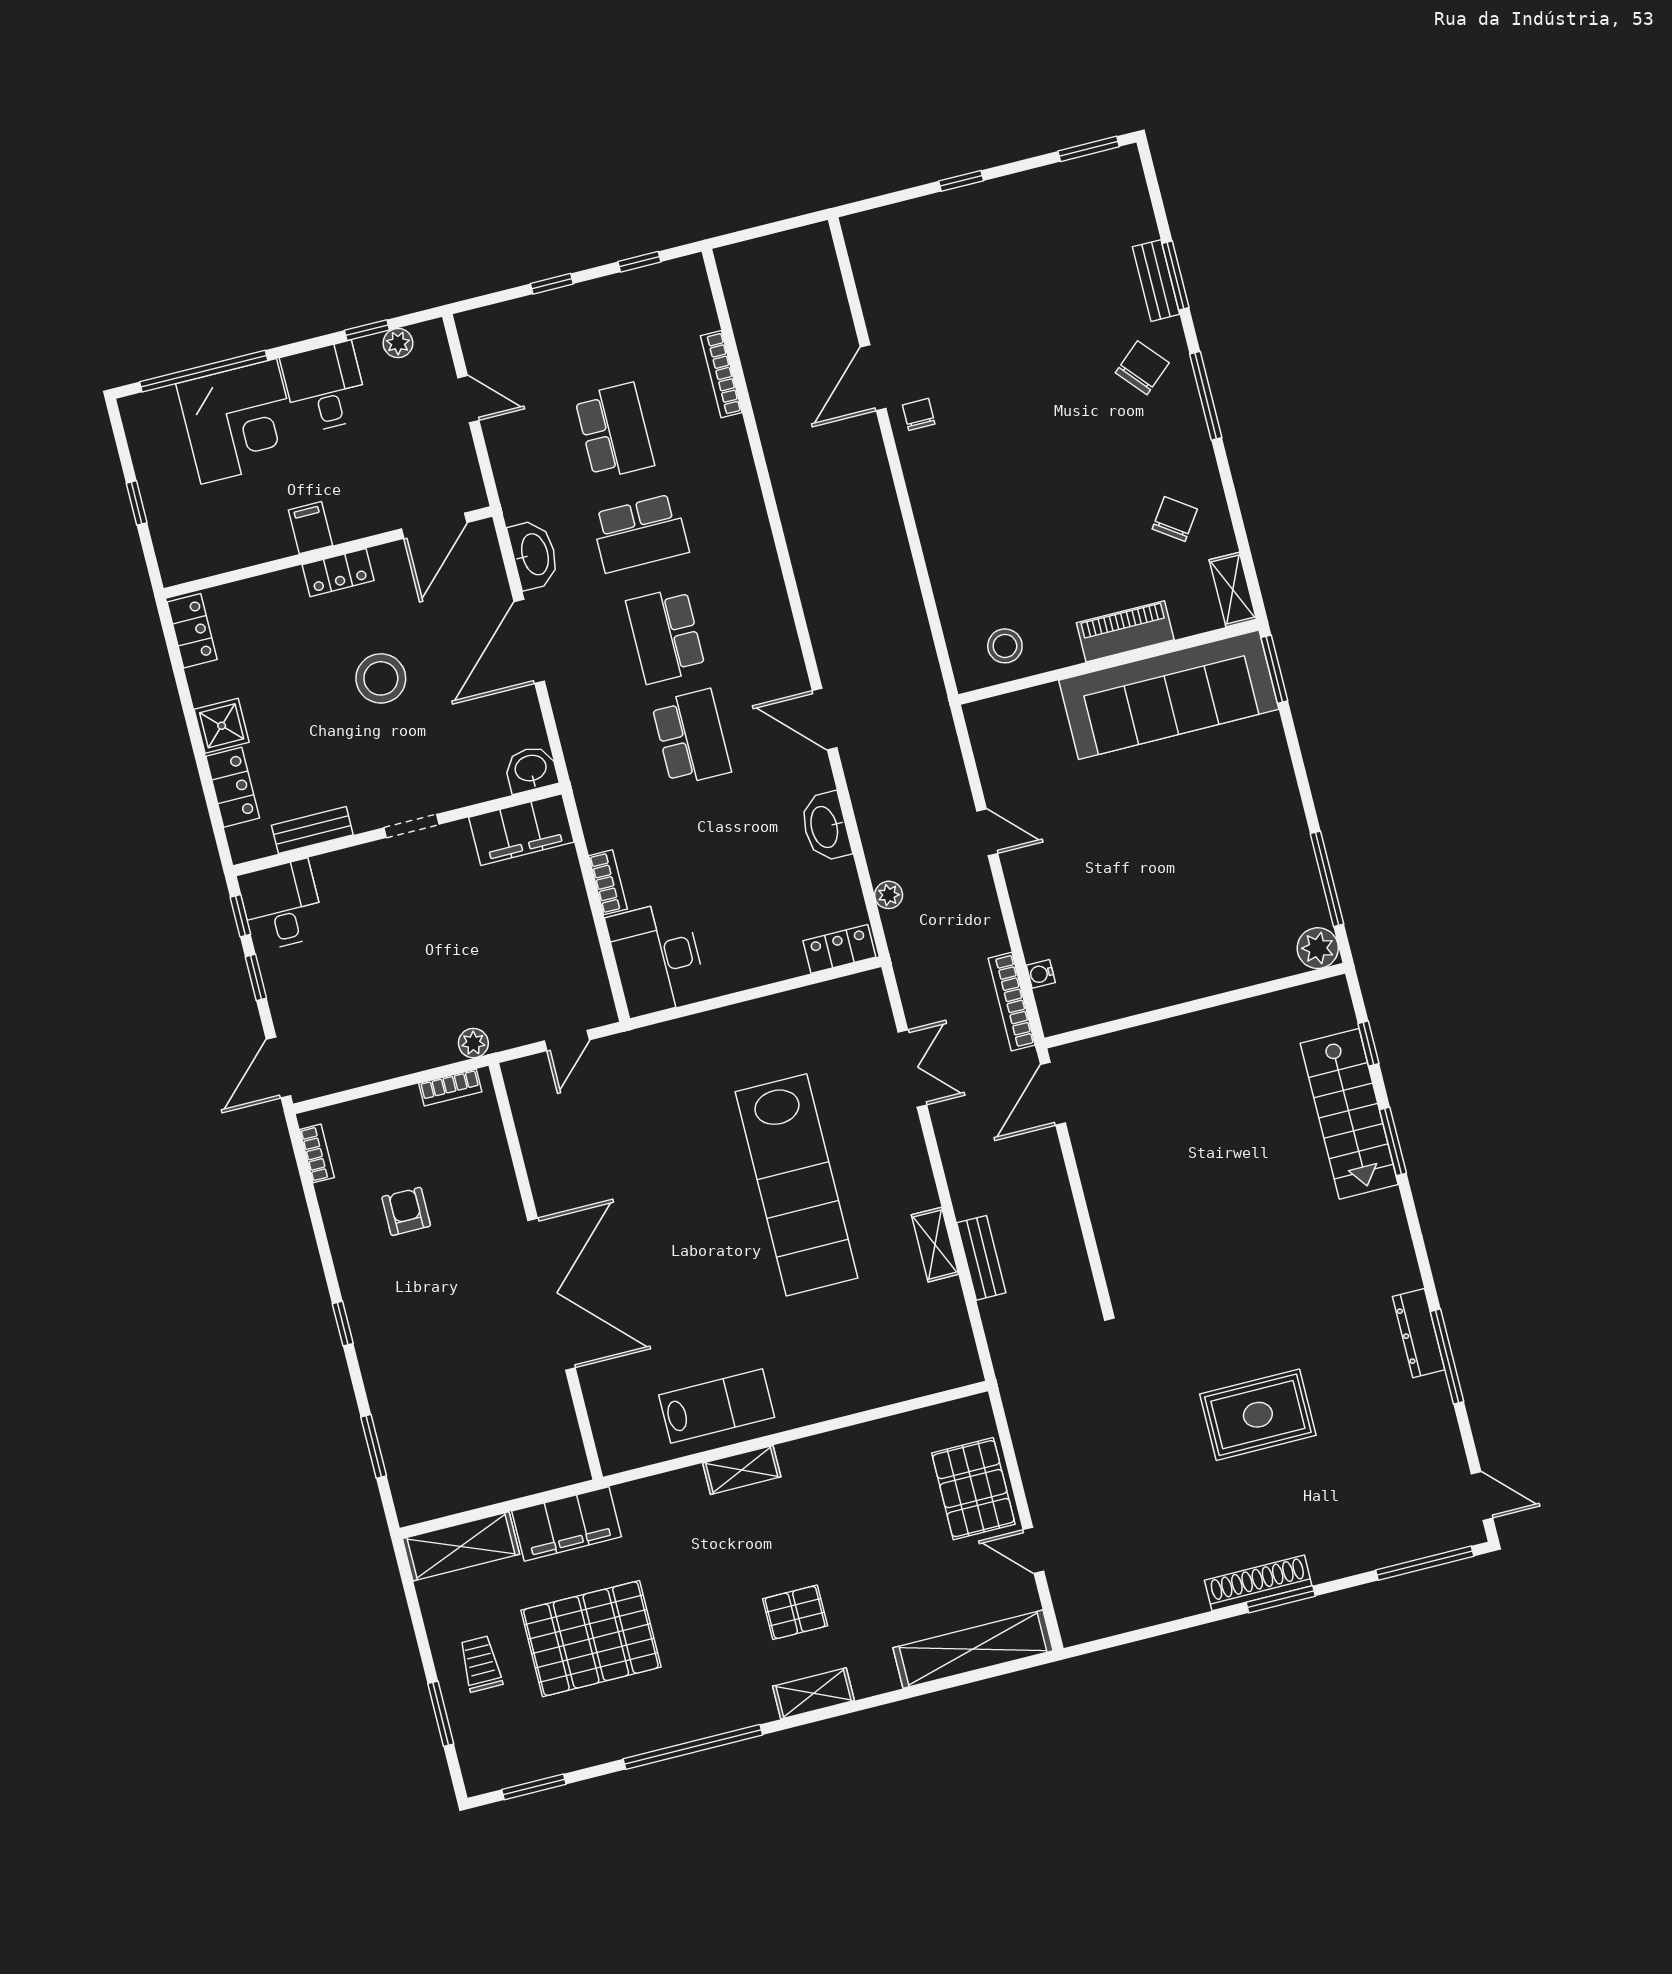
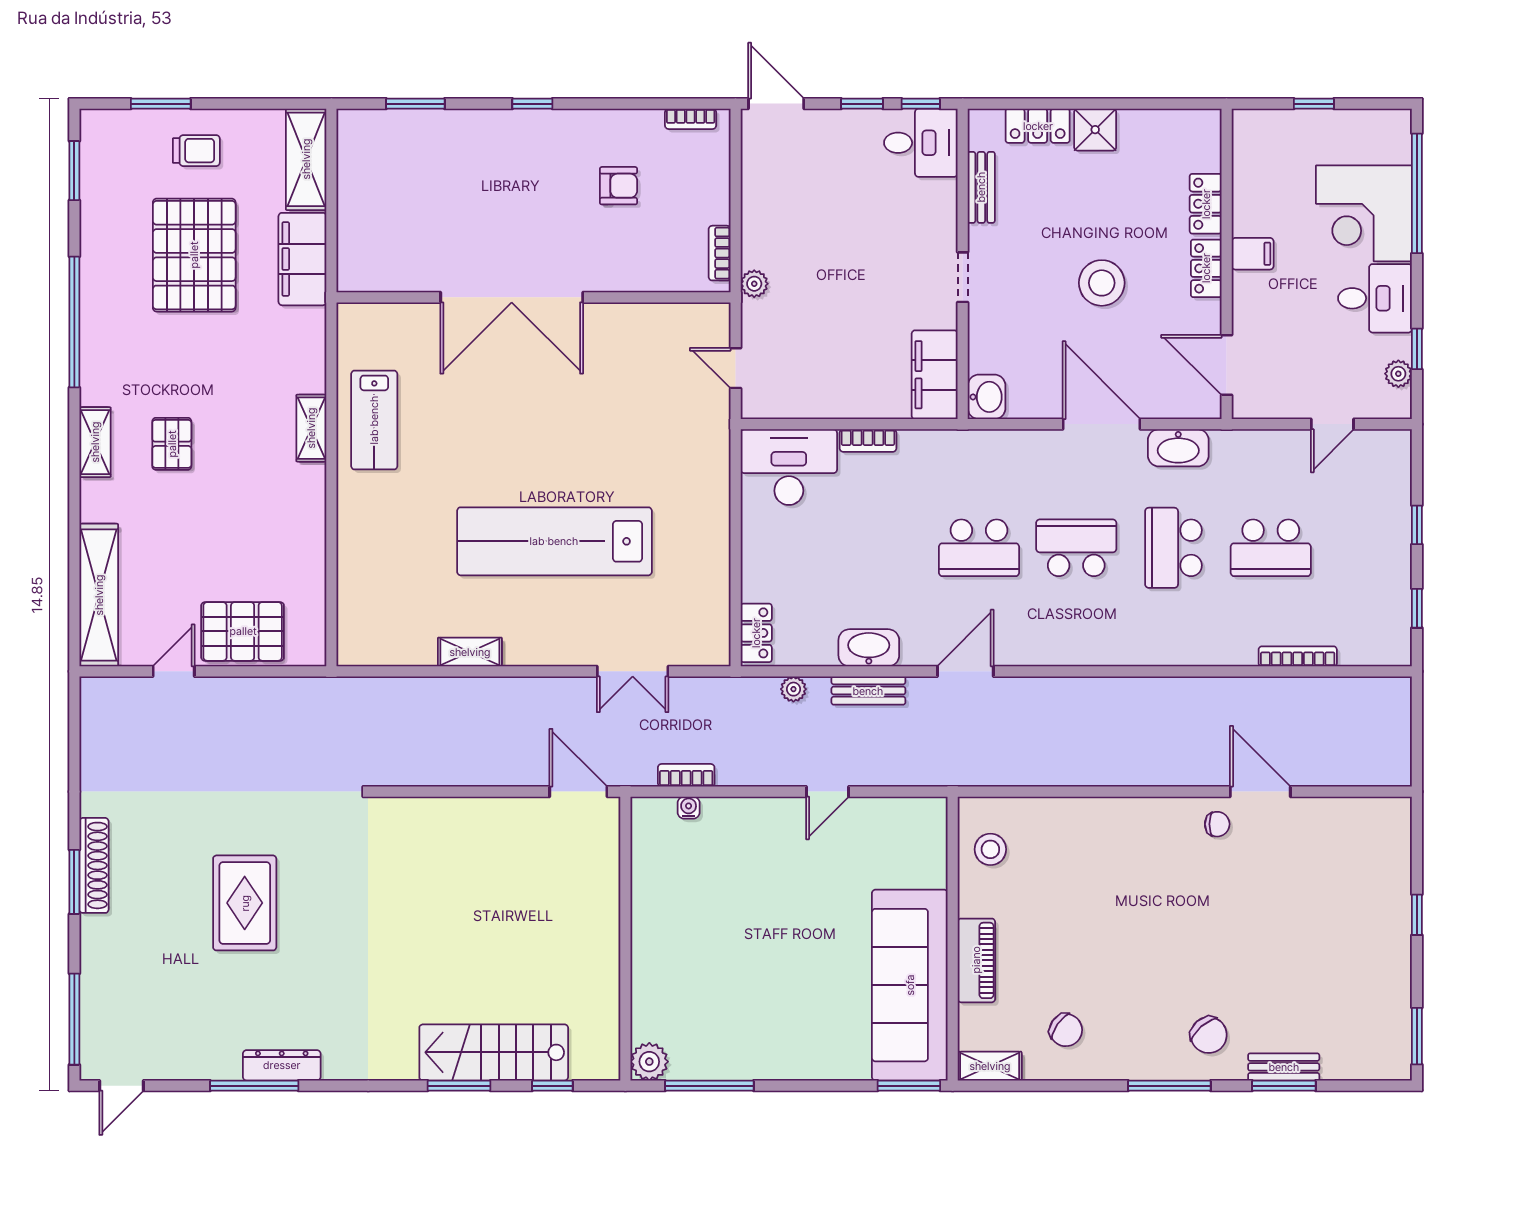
locker: (192, 631) -> (1206, 204), moved, turned 90
bookcase: (1012, 1002) -> (686, 775), width x0.64
bench: (981, 1258) -> (868, 691), moved

